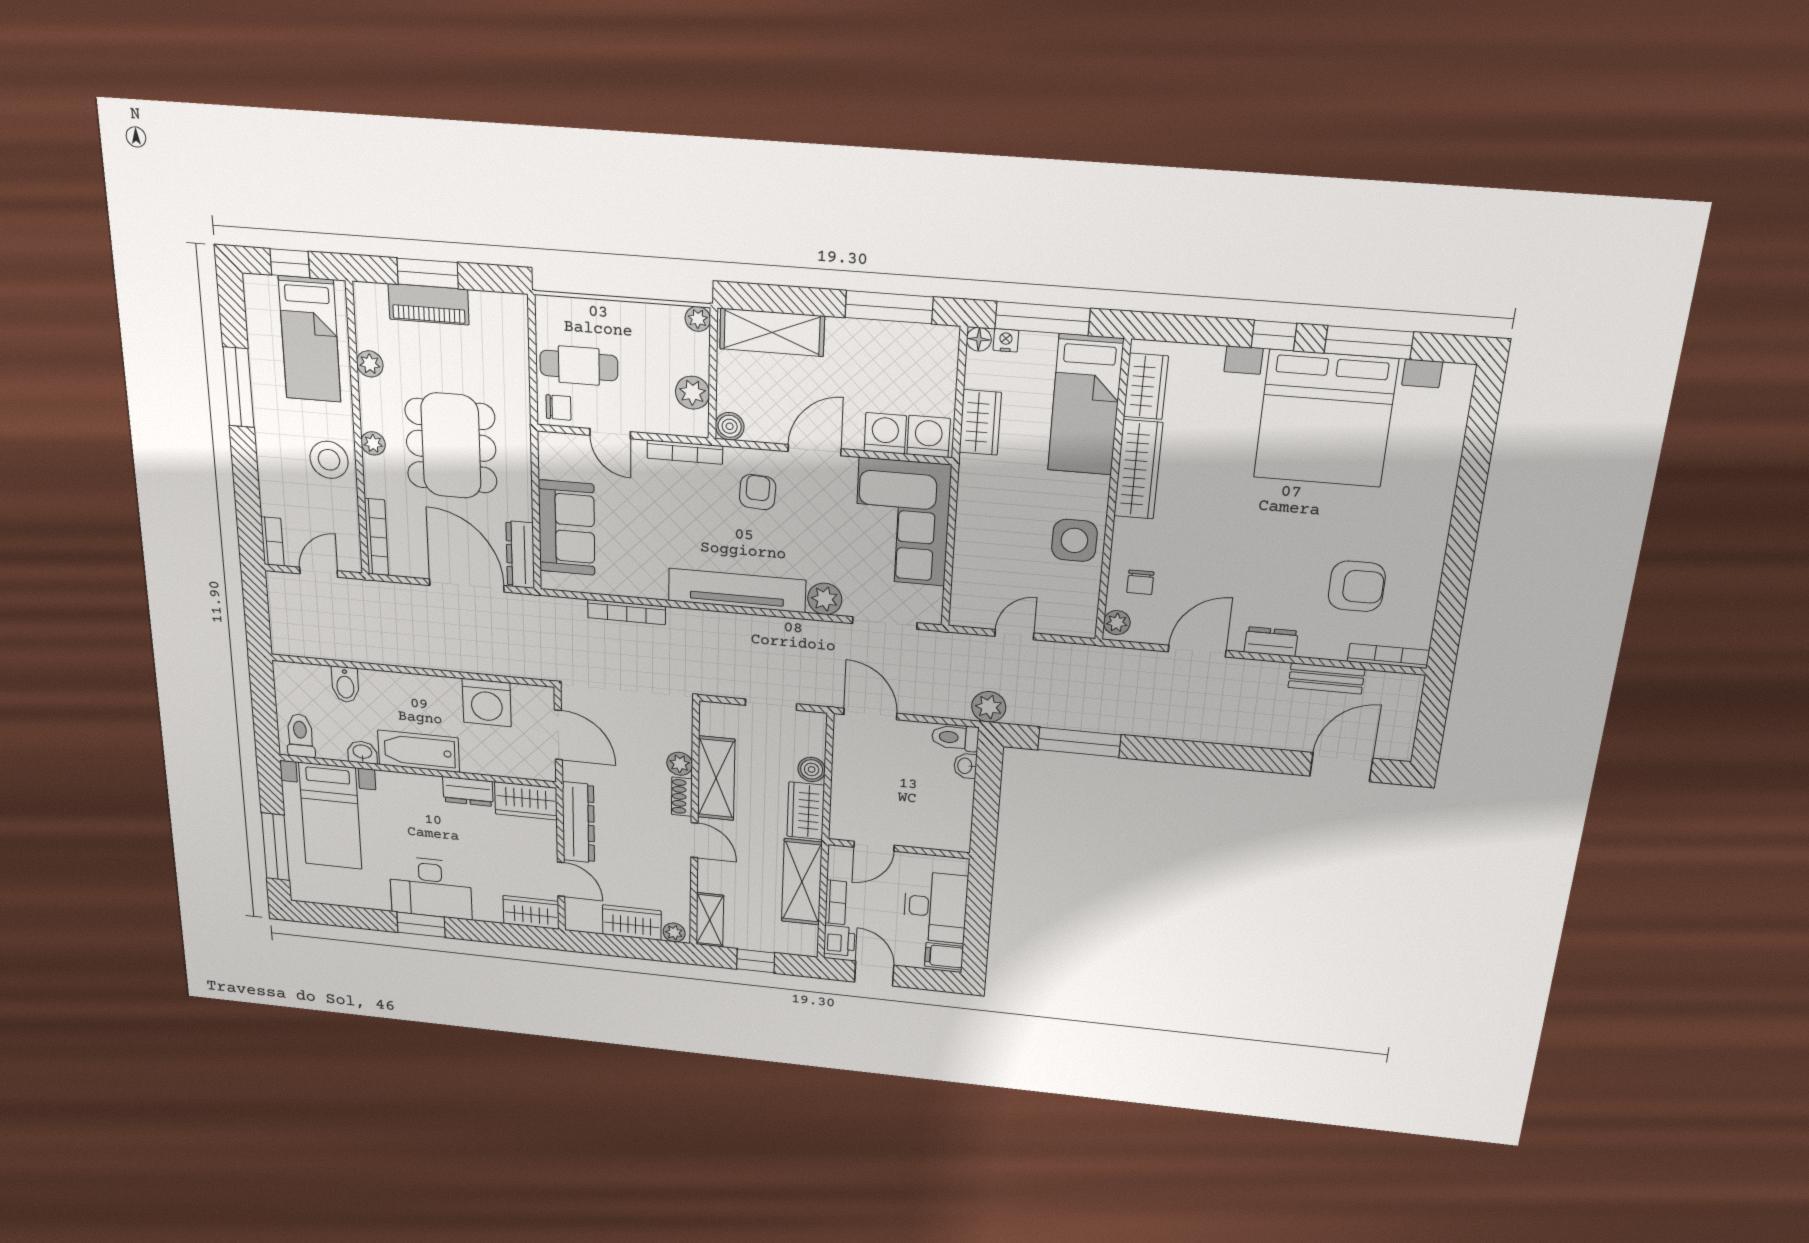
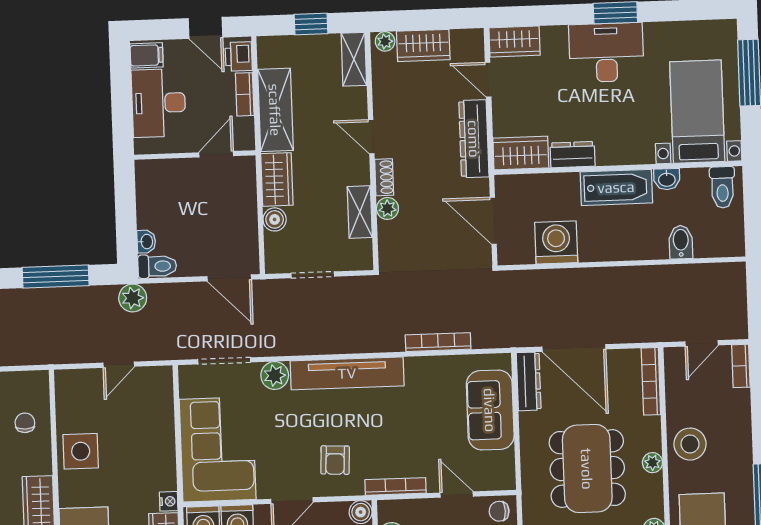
nightstand: (970, 467) -> (169, 501), added
plant: (1117, 623) -> (39, 386), removed
shelving: (716, 778) -> (360, 212), width x0.67, depth x0.75

